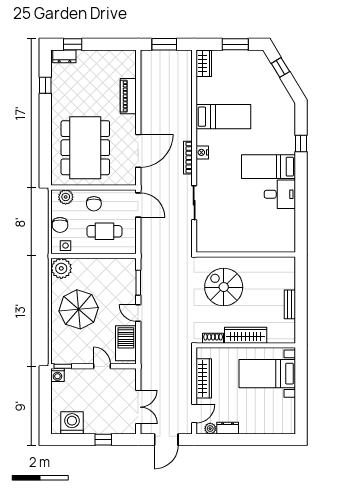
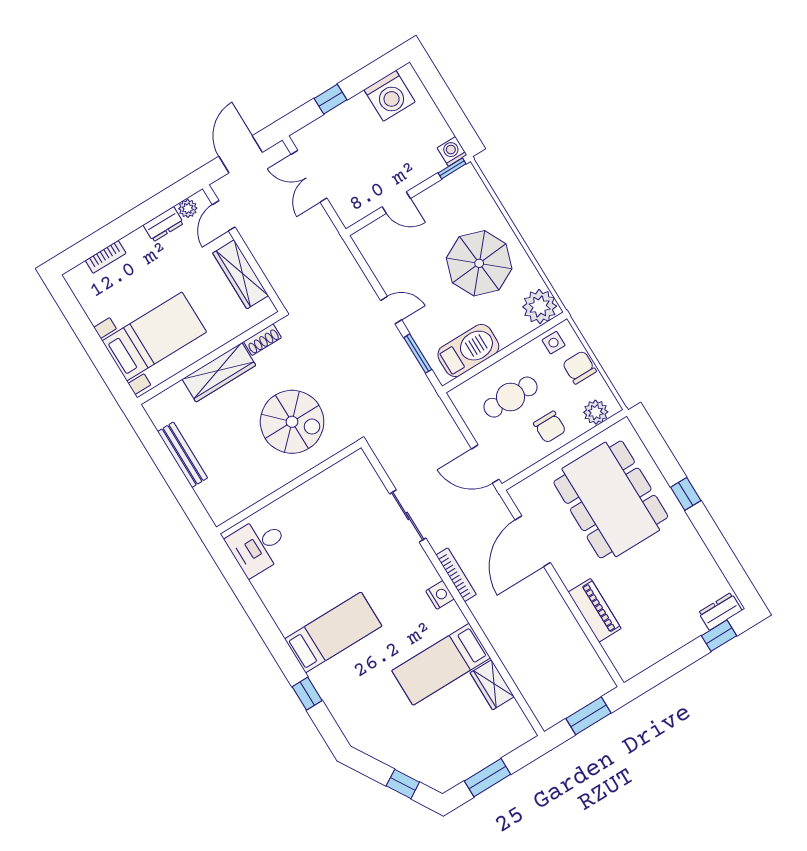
wardrobe: (204, 63) -> (492, 685), moved
window: (45, 85) -> (686, 494), moved
desk: (280, 194) -> (258, 546), moved
chair: (94, 204) -> (550, 427), turned 180
bench: (290, 304) -> (183, 455), width x1.36
barbecue: (126, 343) -> (468, 350), moved, turned -90
bookcase: (267, 429) -> (106, 257), added

